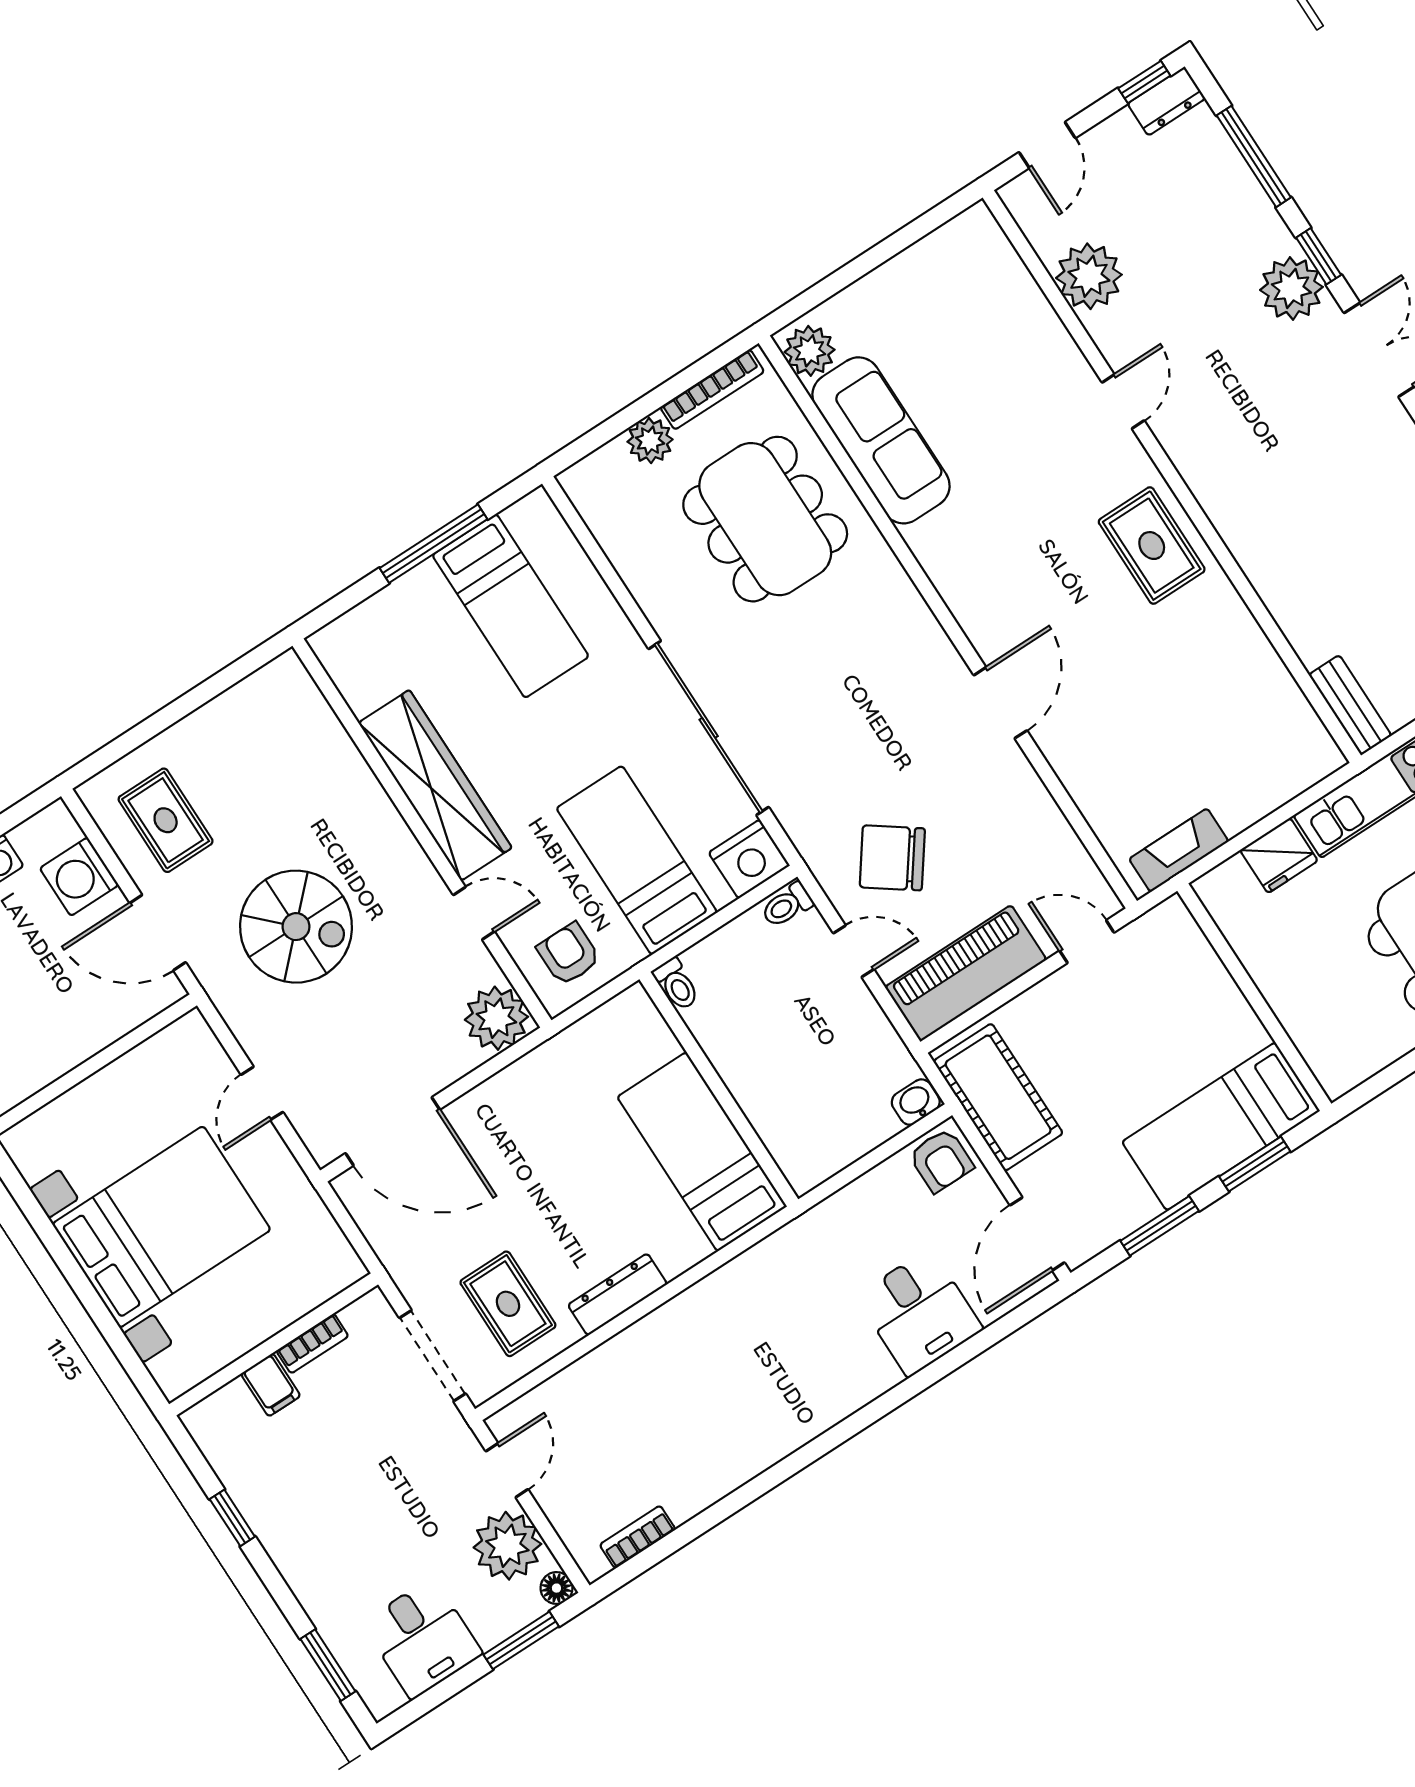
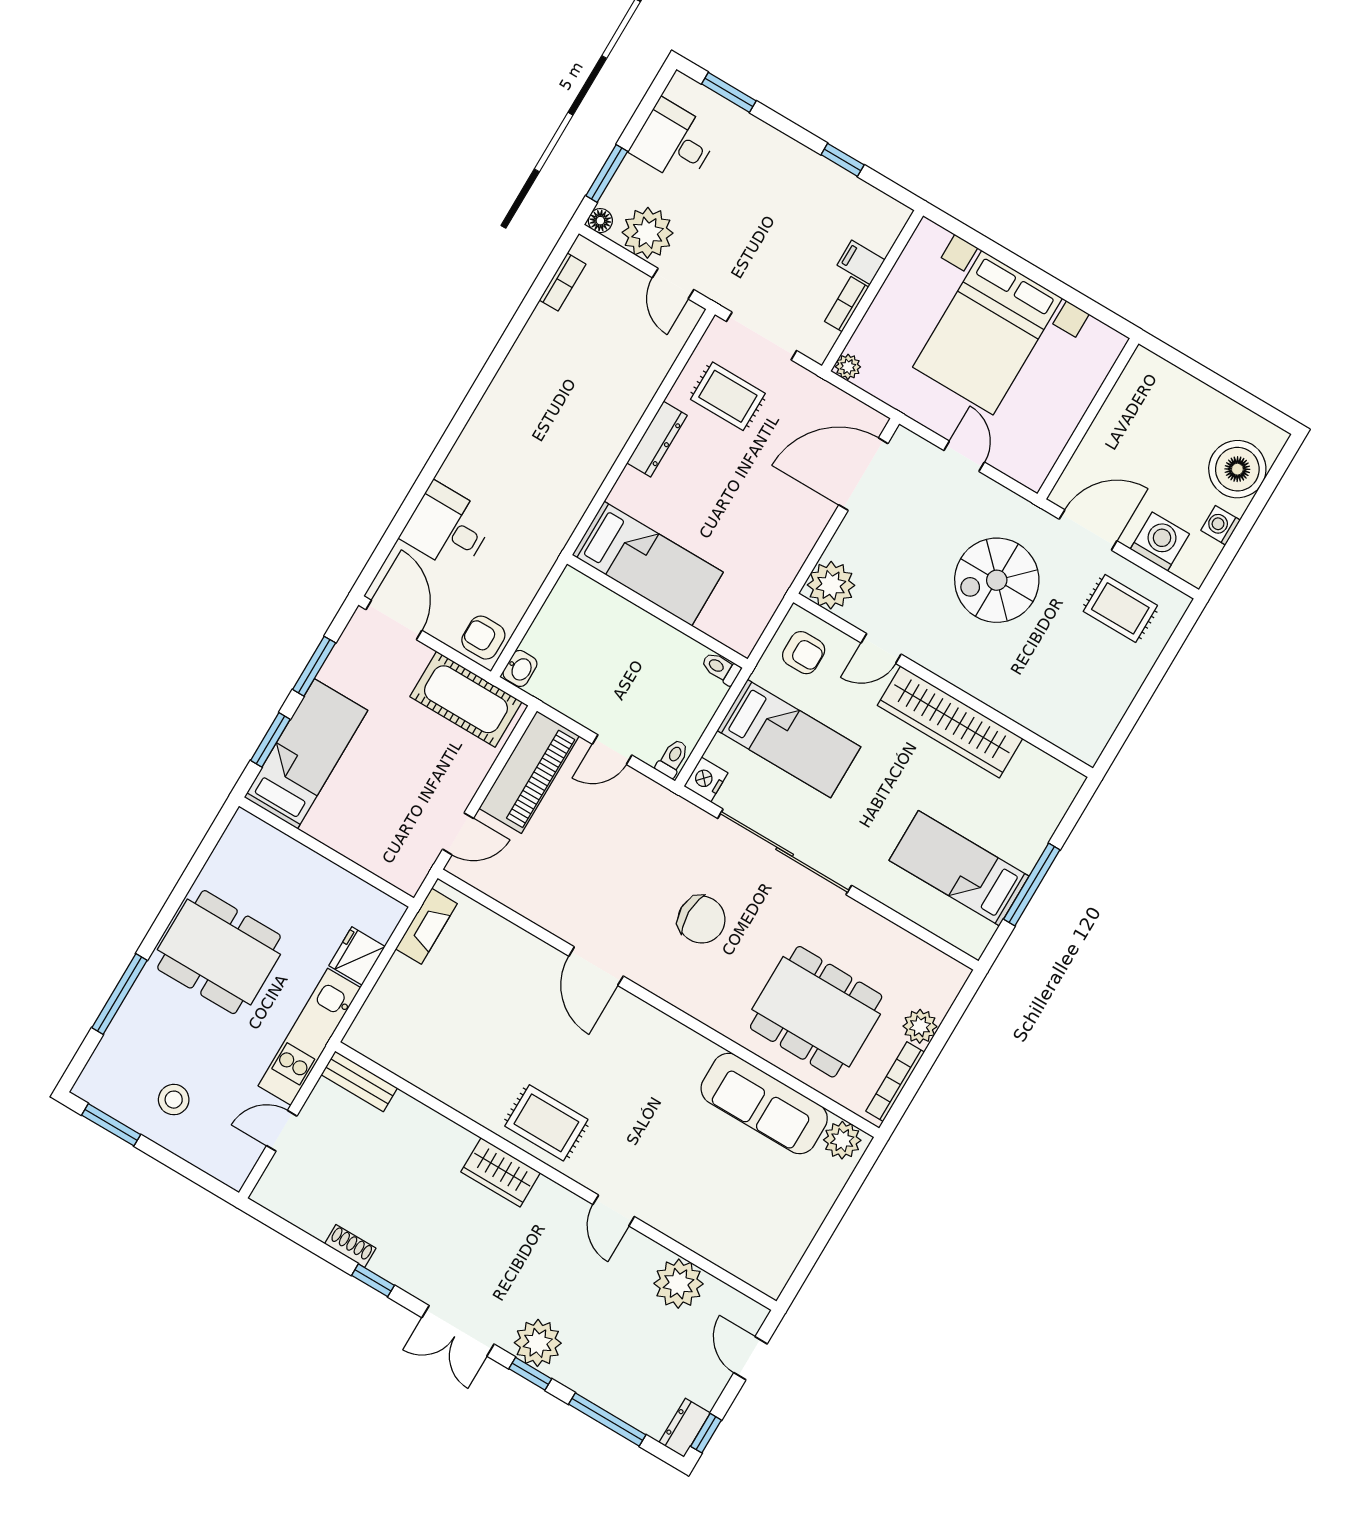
wardrobe: (1235, 513) -> (501, 1172), added
chair: (892, 858) -> (701, 920), moved, turned 54
nightstand: (749, 859) -> (706, 780), width x0.74, depth x0.75
plant: (348, 1268) -> (848, 367), added

